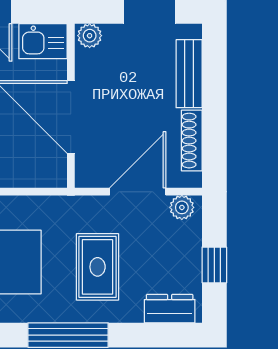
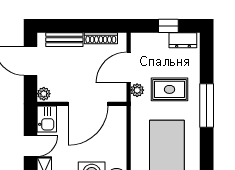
door: (138, 192) -> (129, 67), hinge flipped
plant: (182, 207) -> (137, 90), moved
dresser: (170, 309) -> (183, 40), moved, turned -90

